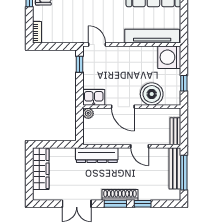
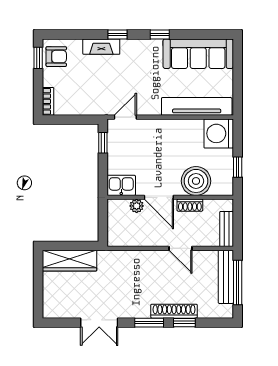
door: (97, 44) -> (125, 117), hinge flipped
plant: (88, 113) -> (137, 206), moved
shoe rack: (147, 113) -> (190, 205), added
dresser: (97, 155) -> (125, 260), removed
wardrobe: (41, 169) -> (70, 261), moved, turned 90
shoe rack: (120, 195) -> (174, 311), moved

